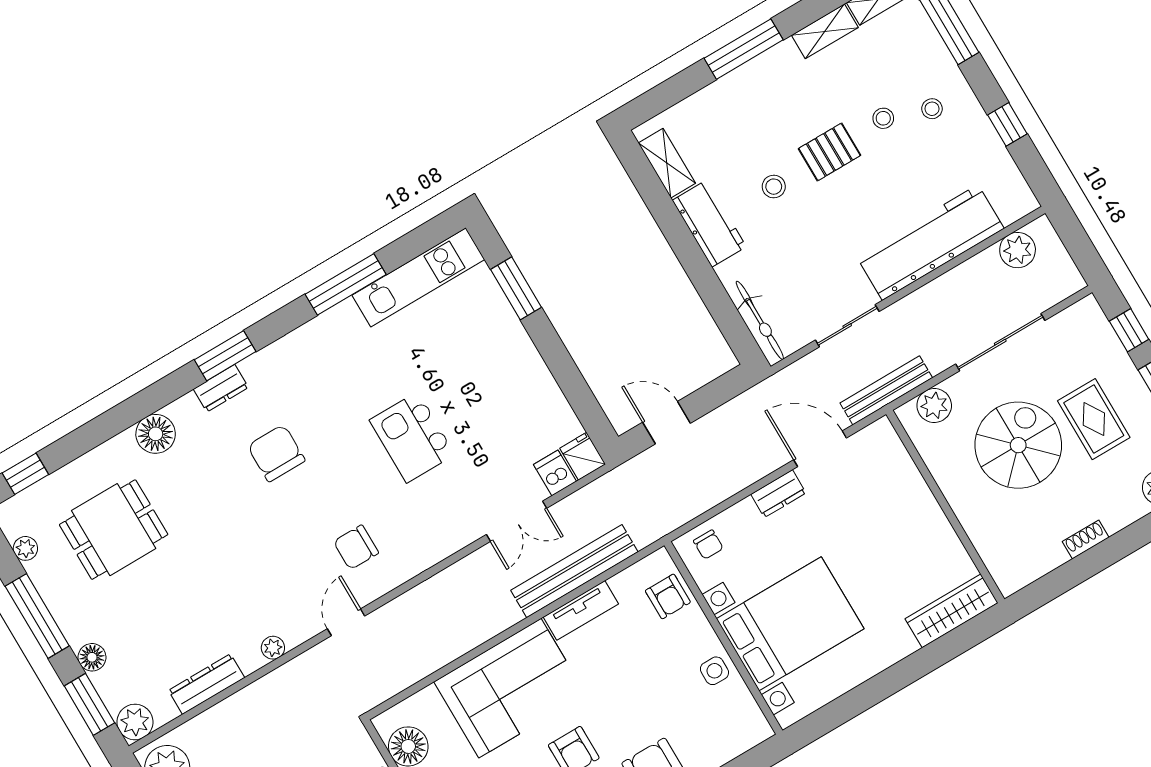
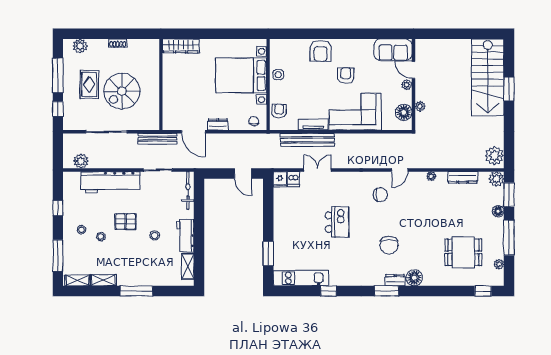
pallet: (829, 152) -> (126, 222), moved
window: (346, 284) -> (328, 291), width x0.46
plant: (934, 406) -> (143, 123), removed
floor lamp: (156, 434) -> (414, 278), moved

